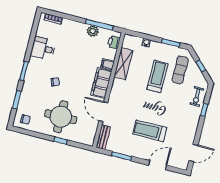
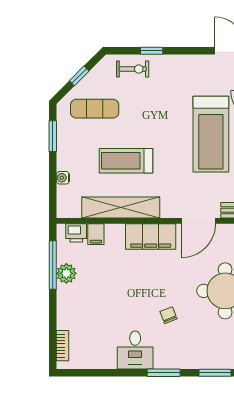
desk: (43, 48) -> (135, 350), moved
filing cabinet: (107, 64) -> (96, 234), moved
shelving: (123, 64) -> (121, 208), width x1.47
treadmill: (157, 76) -> (126, 161), moved
treadmill: (150, 131) -> (211, 134), width x1.37, depth x1.38

